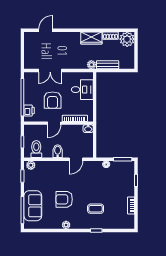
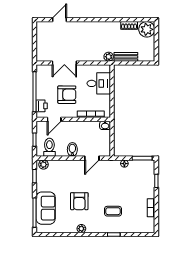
wardrobe: (91, 38) -> (109, 28), removed
armchair: (53, 100) -> (67, 95), turned -90
door: (54, 123) -> (54, 119), moved
armchair: (64, 199) -> (79, 201), turned -90

